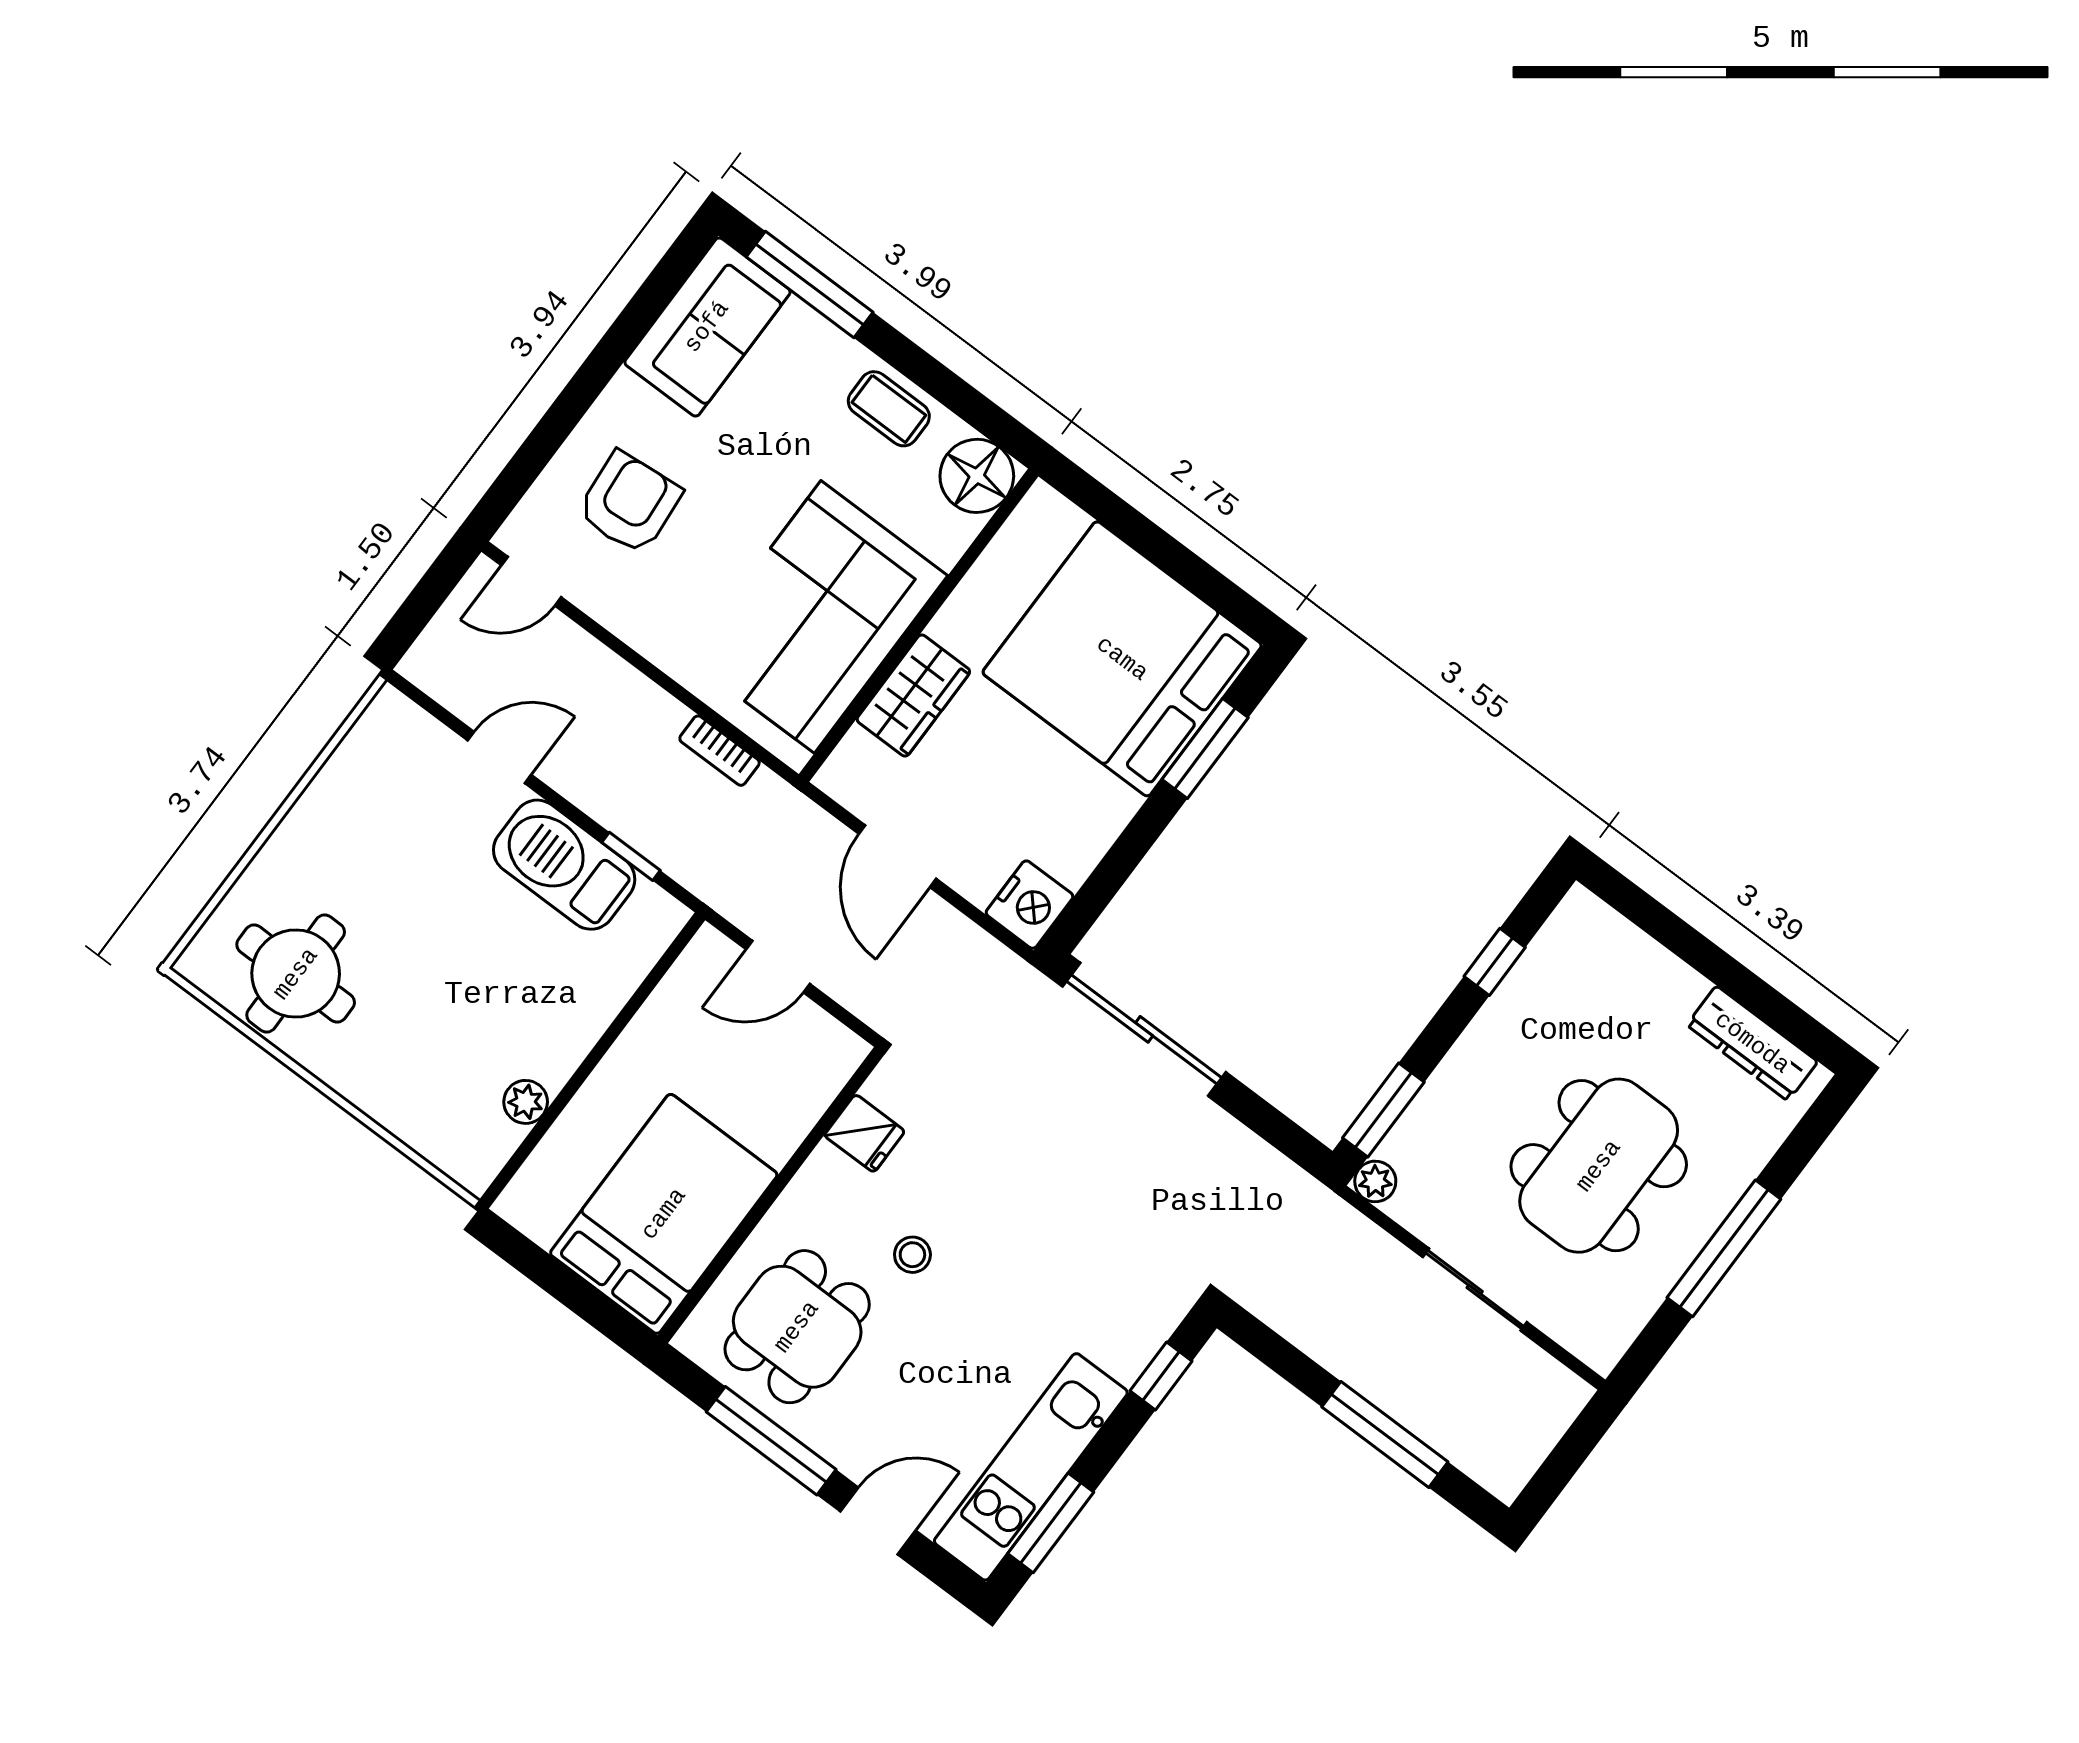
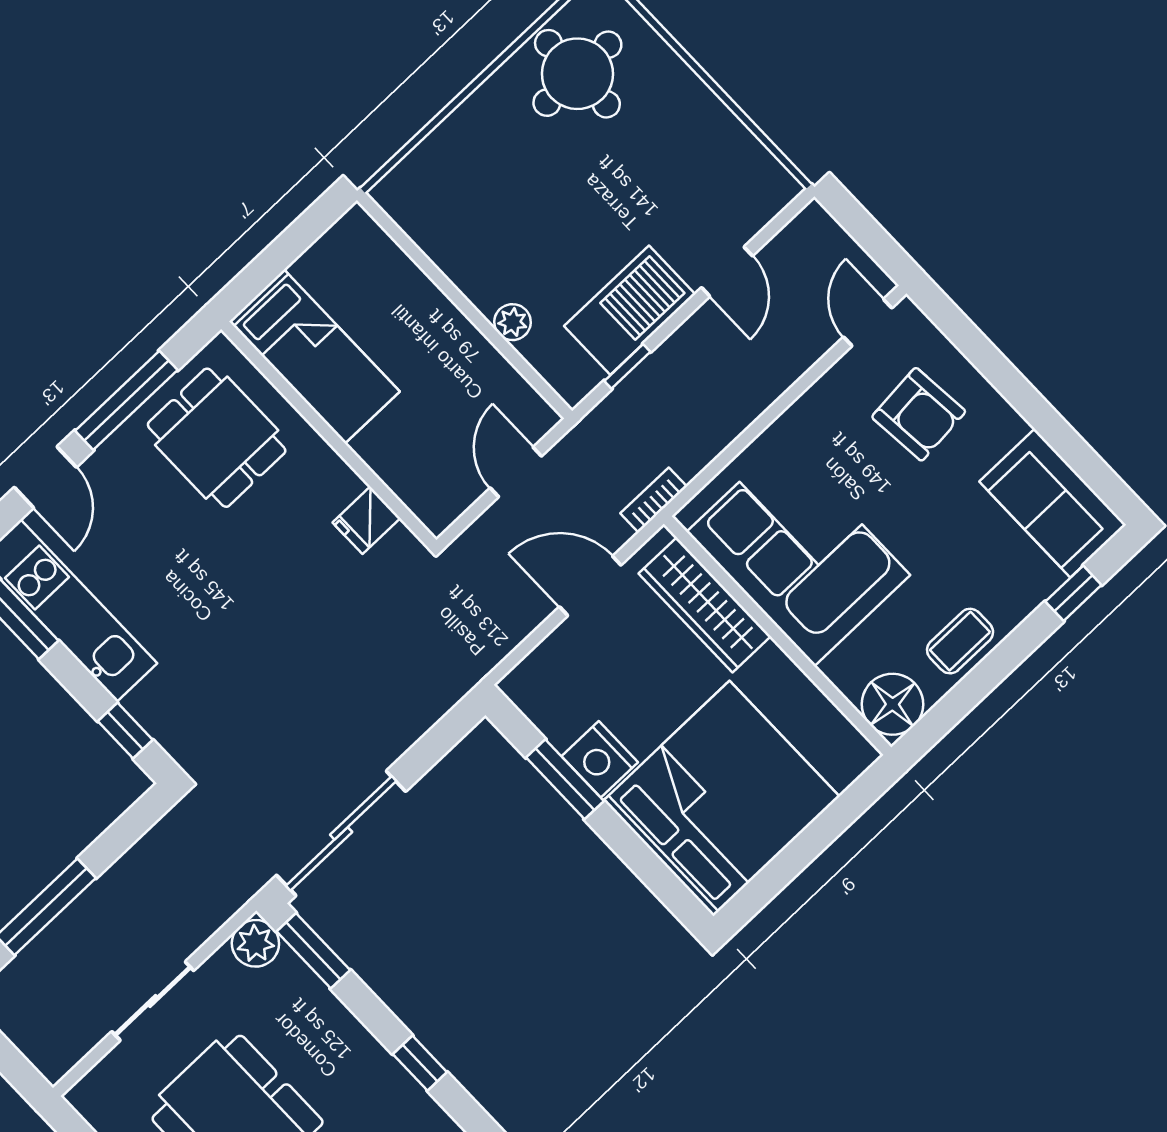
window: (810, 284) -> (1073, 593), width x0.46
wardrobe: (913, 695) -> (705, 605), width x1.50
window: (1205, 749) -> (565, 779), moved
bookcase: (720, 751) -> (654, 500), moved
nightstand: (1029, 905) -> (600, 759), moved
sliding door: (1144, 1029) -> (341, 833), moved
plant: (526, 1102) -> (512, 322), moved
plant: (1375, 1181) -> (255, 943), width x1.38, depth x1.38
bed: (664, 1214) -> (314, 357), width x0.67
stool: (912, 1255) -> (260, 543), removed

